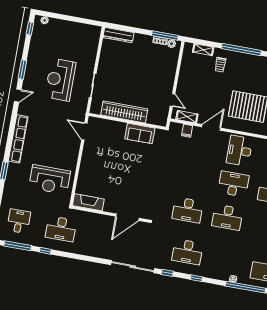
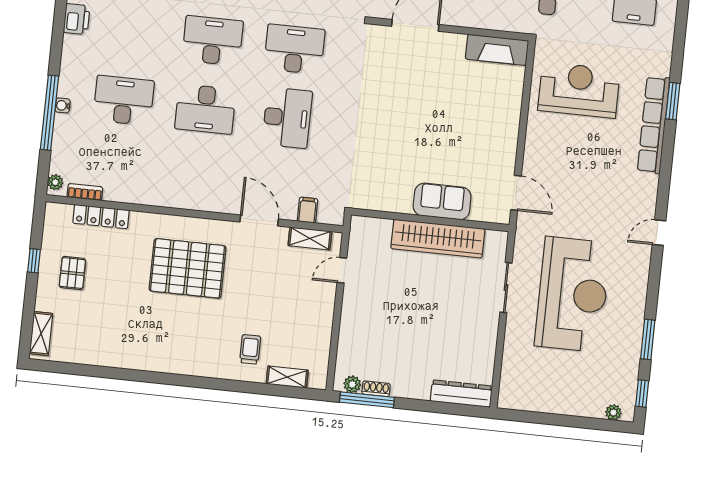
window: (241, 49) -> (210, 383), removed
window: (22, 70) -> (648, 339), moved
reception desk: (60, 80) -> (573, 294), width x1.36, depth x1.30
door: (18, 96) -> (659, 233), moved
door: (172, 100) -> (342, 270), hinge flipped
door: (211, 127) -> (259, 220), swing flipped
sofa: (140, 133) -> (442, 201), moved
row of seats: (18, 139) -> (654, 125), moved
desk: (239, 151) -> (287, 118), moved

